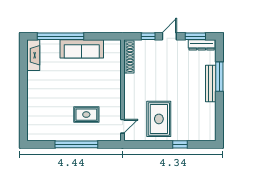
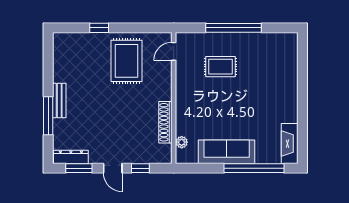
door: (169, 36) -> (113, 168), hinge flipped
plant: (116, 56) -> (182, 142), added
shoe rack: (129, 57) -> (165, 122), moved
bench: (211, 83) -> (59, 101), width x0.73

